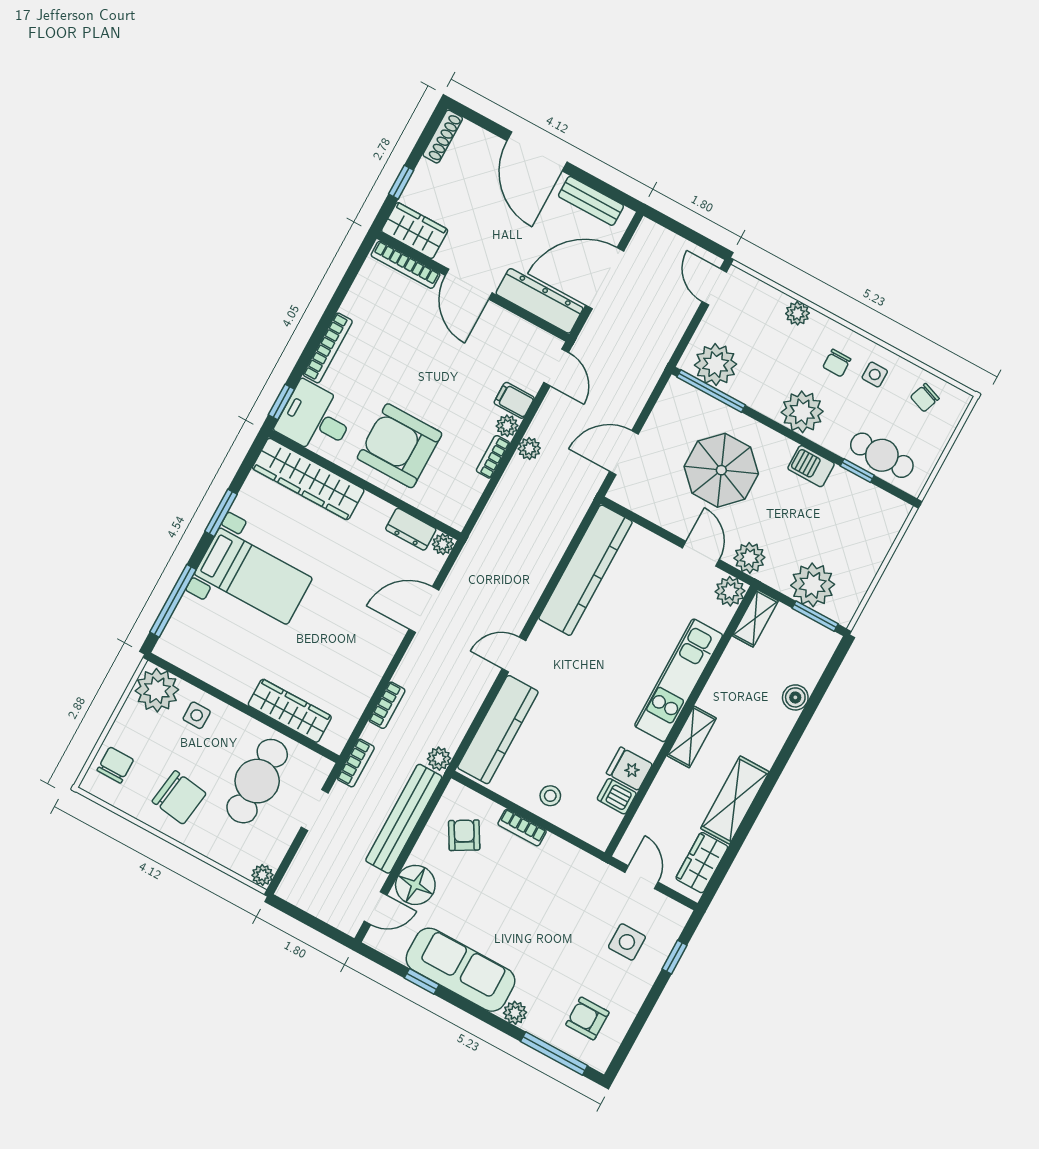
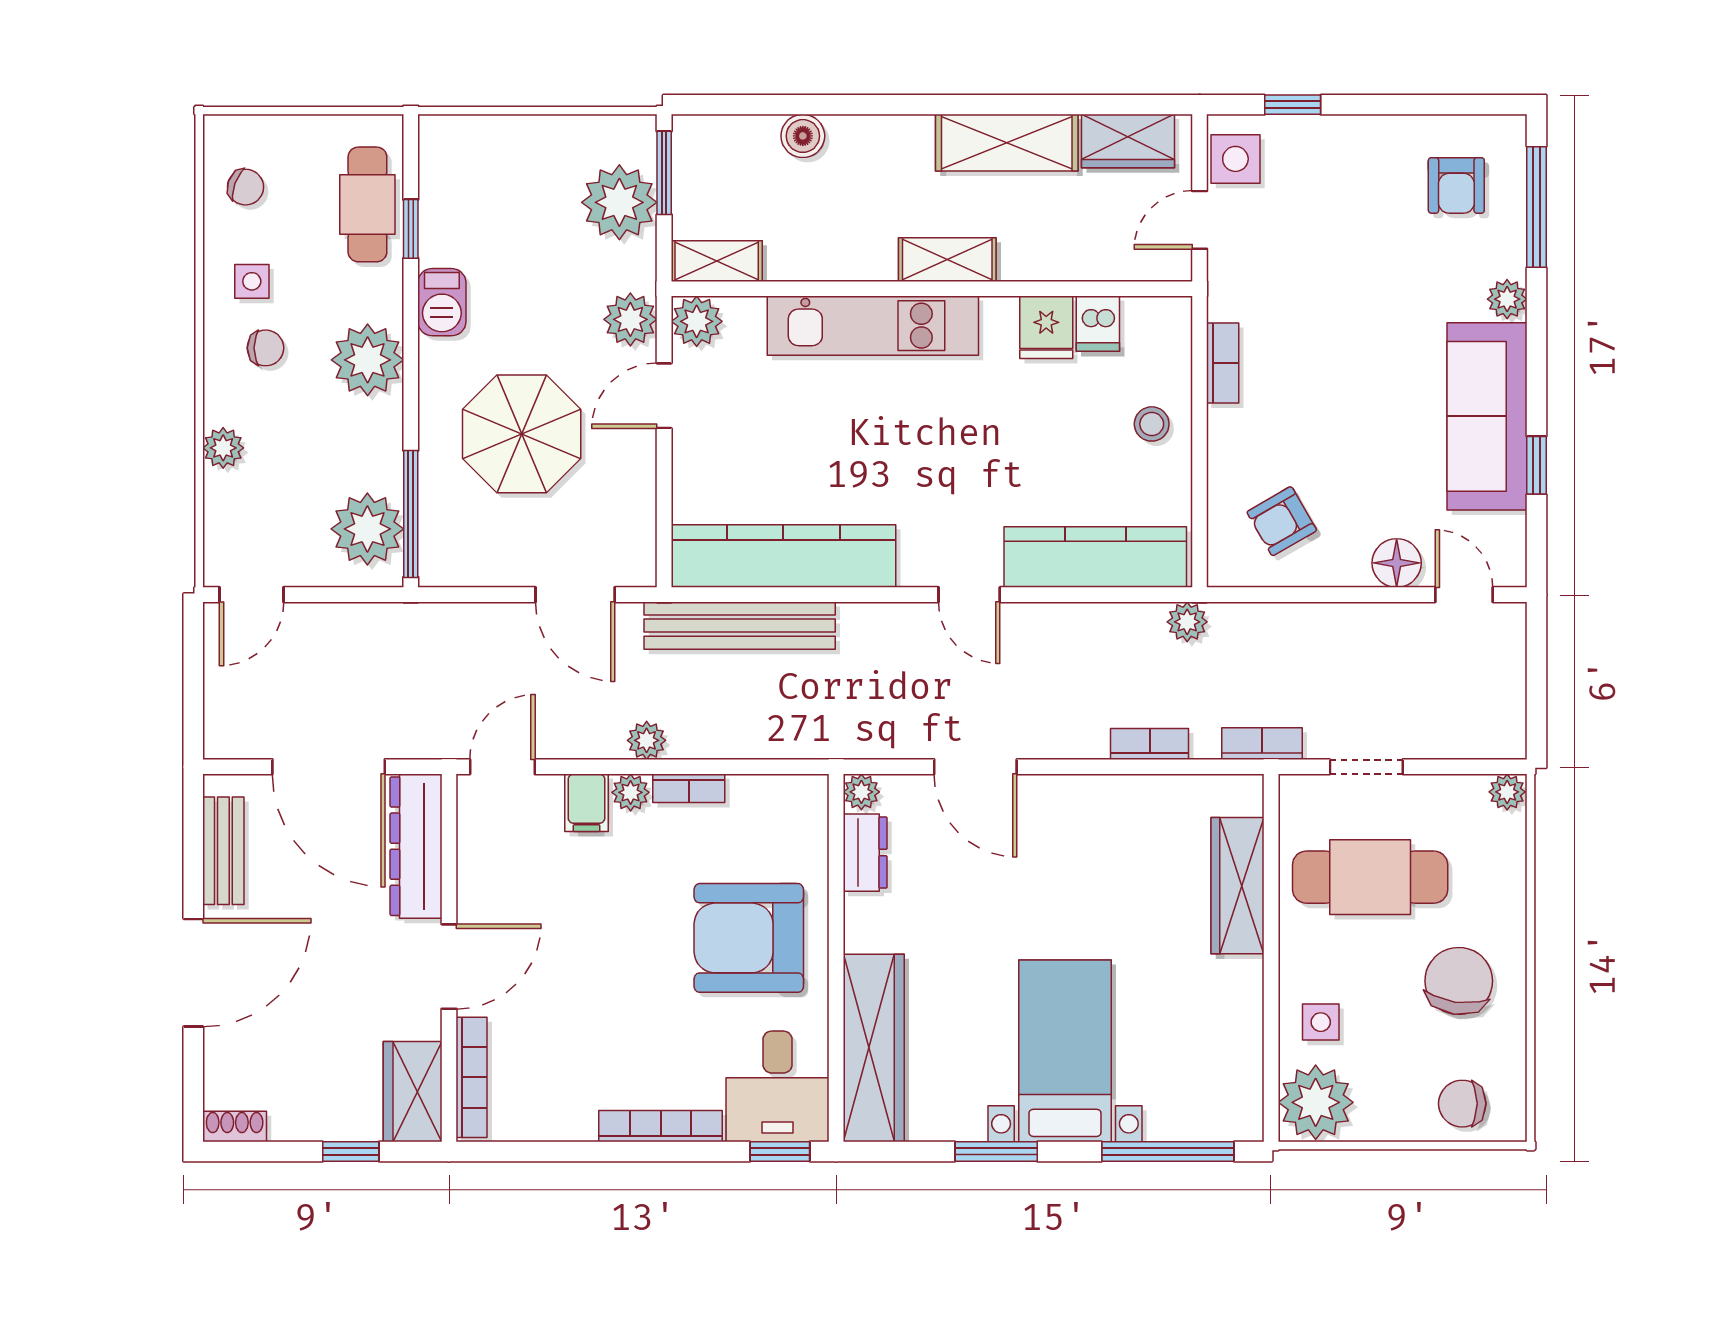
shoe rack: (443, 137) -> (235, 1127), width x0.70
armchair: (400, 446) -> (749, 938), turned 90
bench: (404, 819) -> (740, 626), moved
bookcase: (522, 828) -> (1223, 363), moved
floor lamp: (415, 885) -> (1397, 563), width x0.73, depth x0.73
side table: (627, 942) -> (1235, 159), moved

